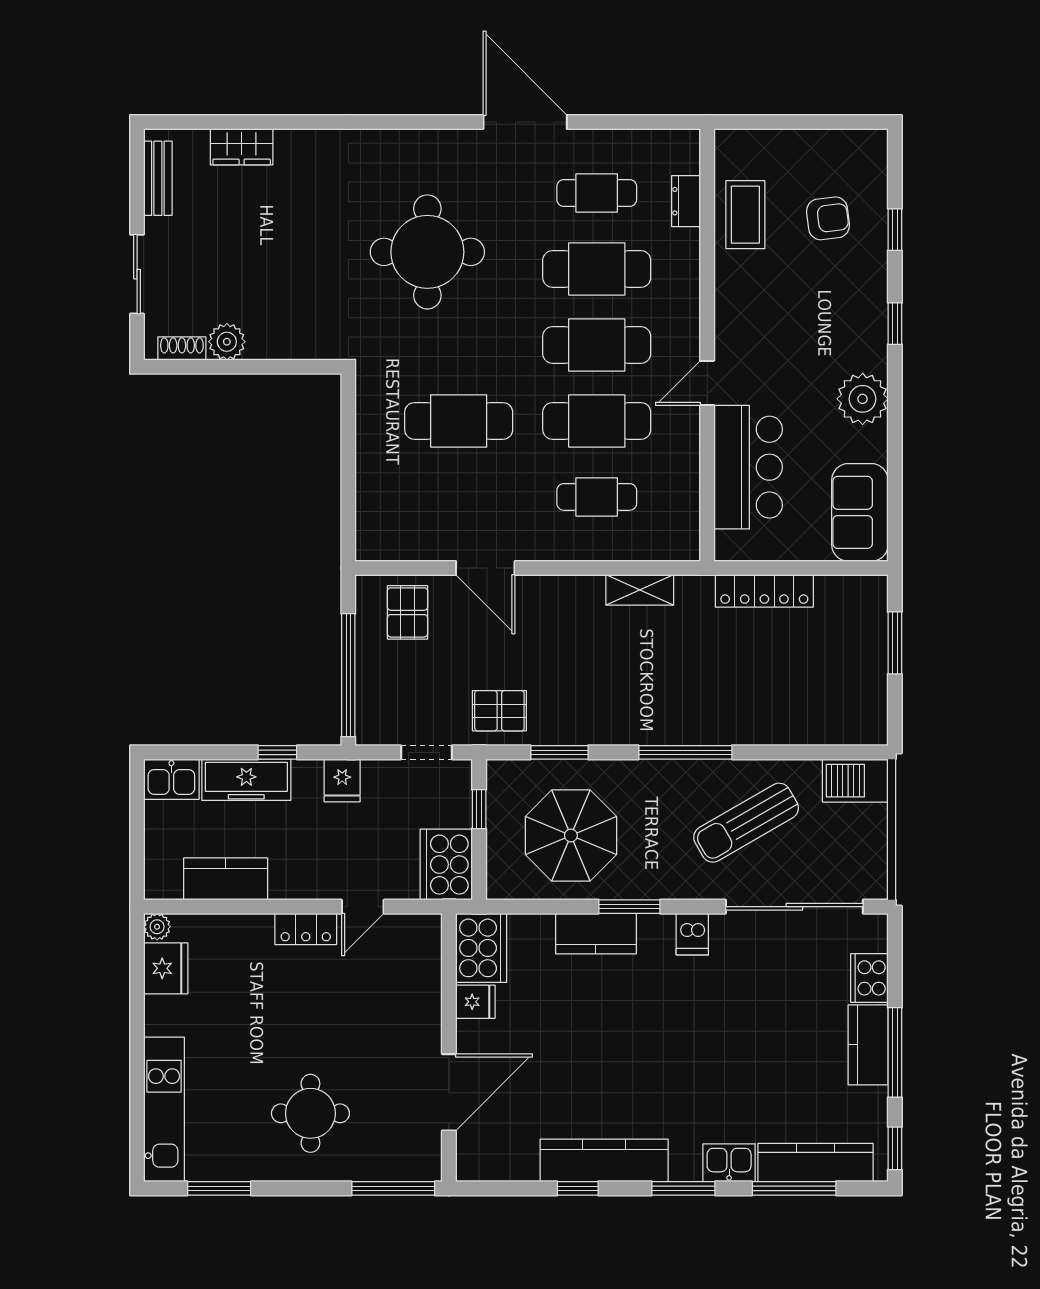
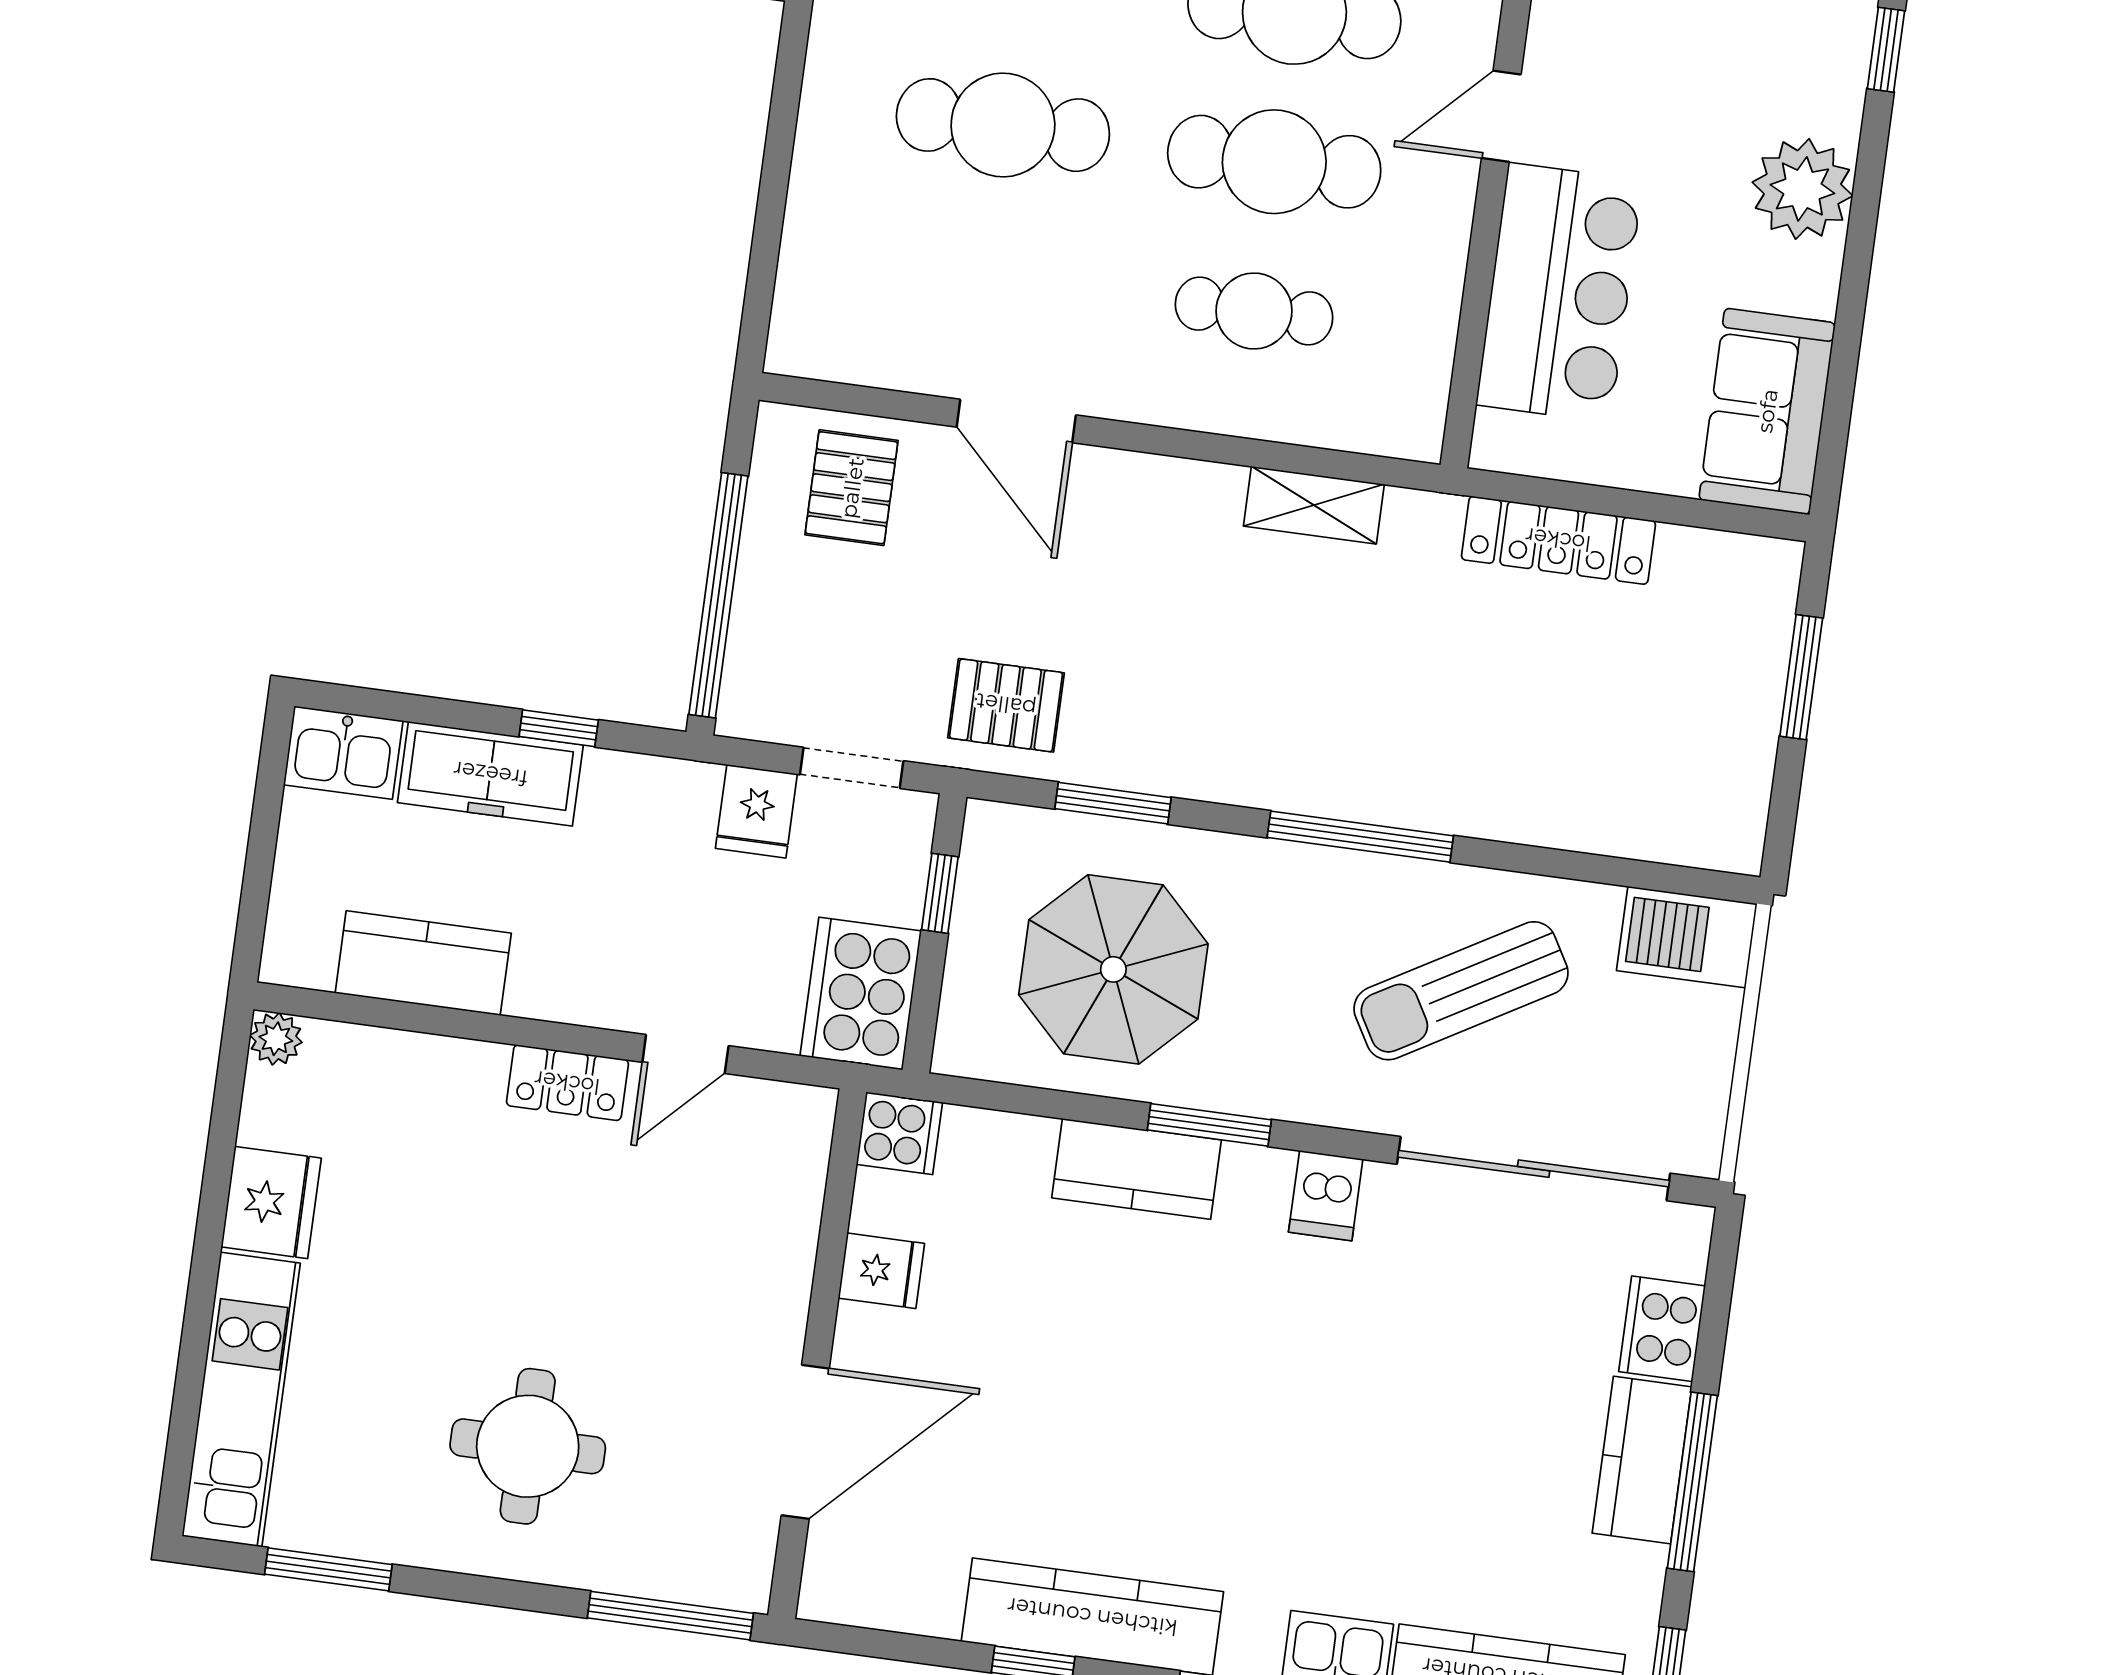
fridge: (342, 781) -> (756, 811), moved
cooker: (481, 948) -> (899, 1133), width x0.53, depth x0.76
fridge: (166, 968) -> (271, 1202), moved

